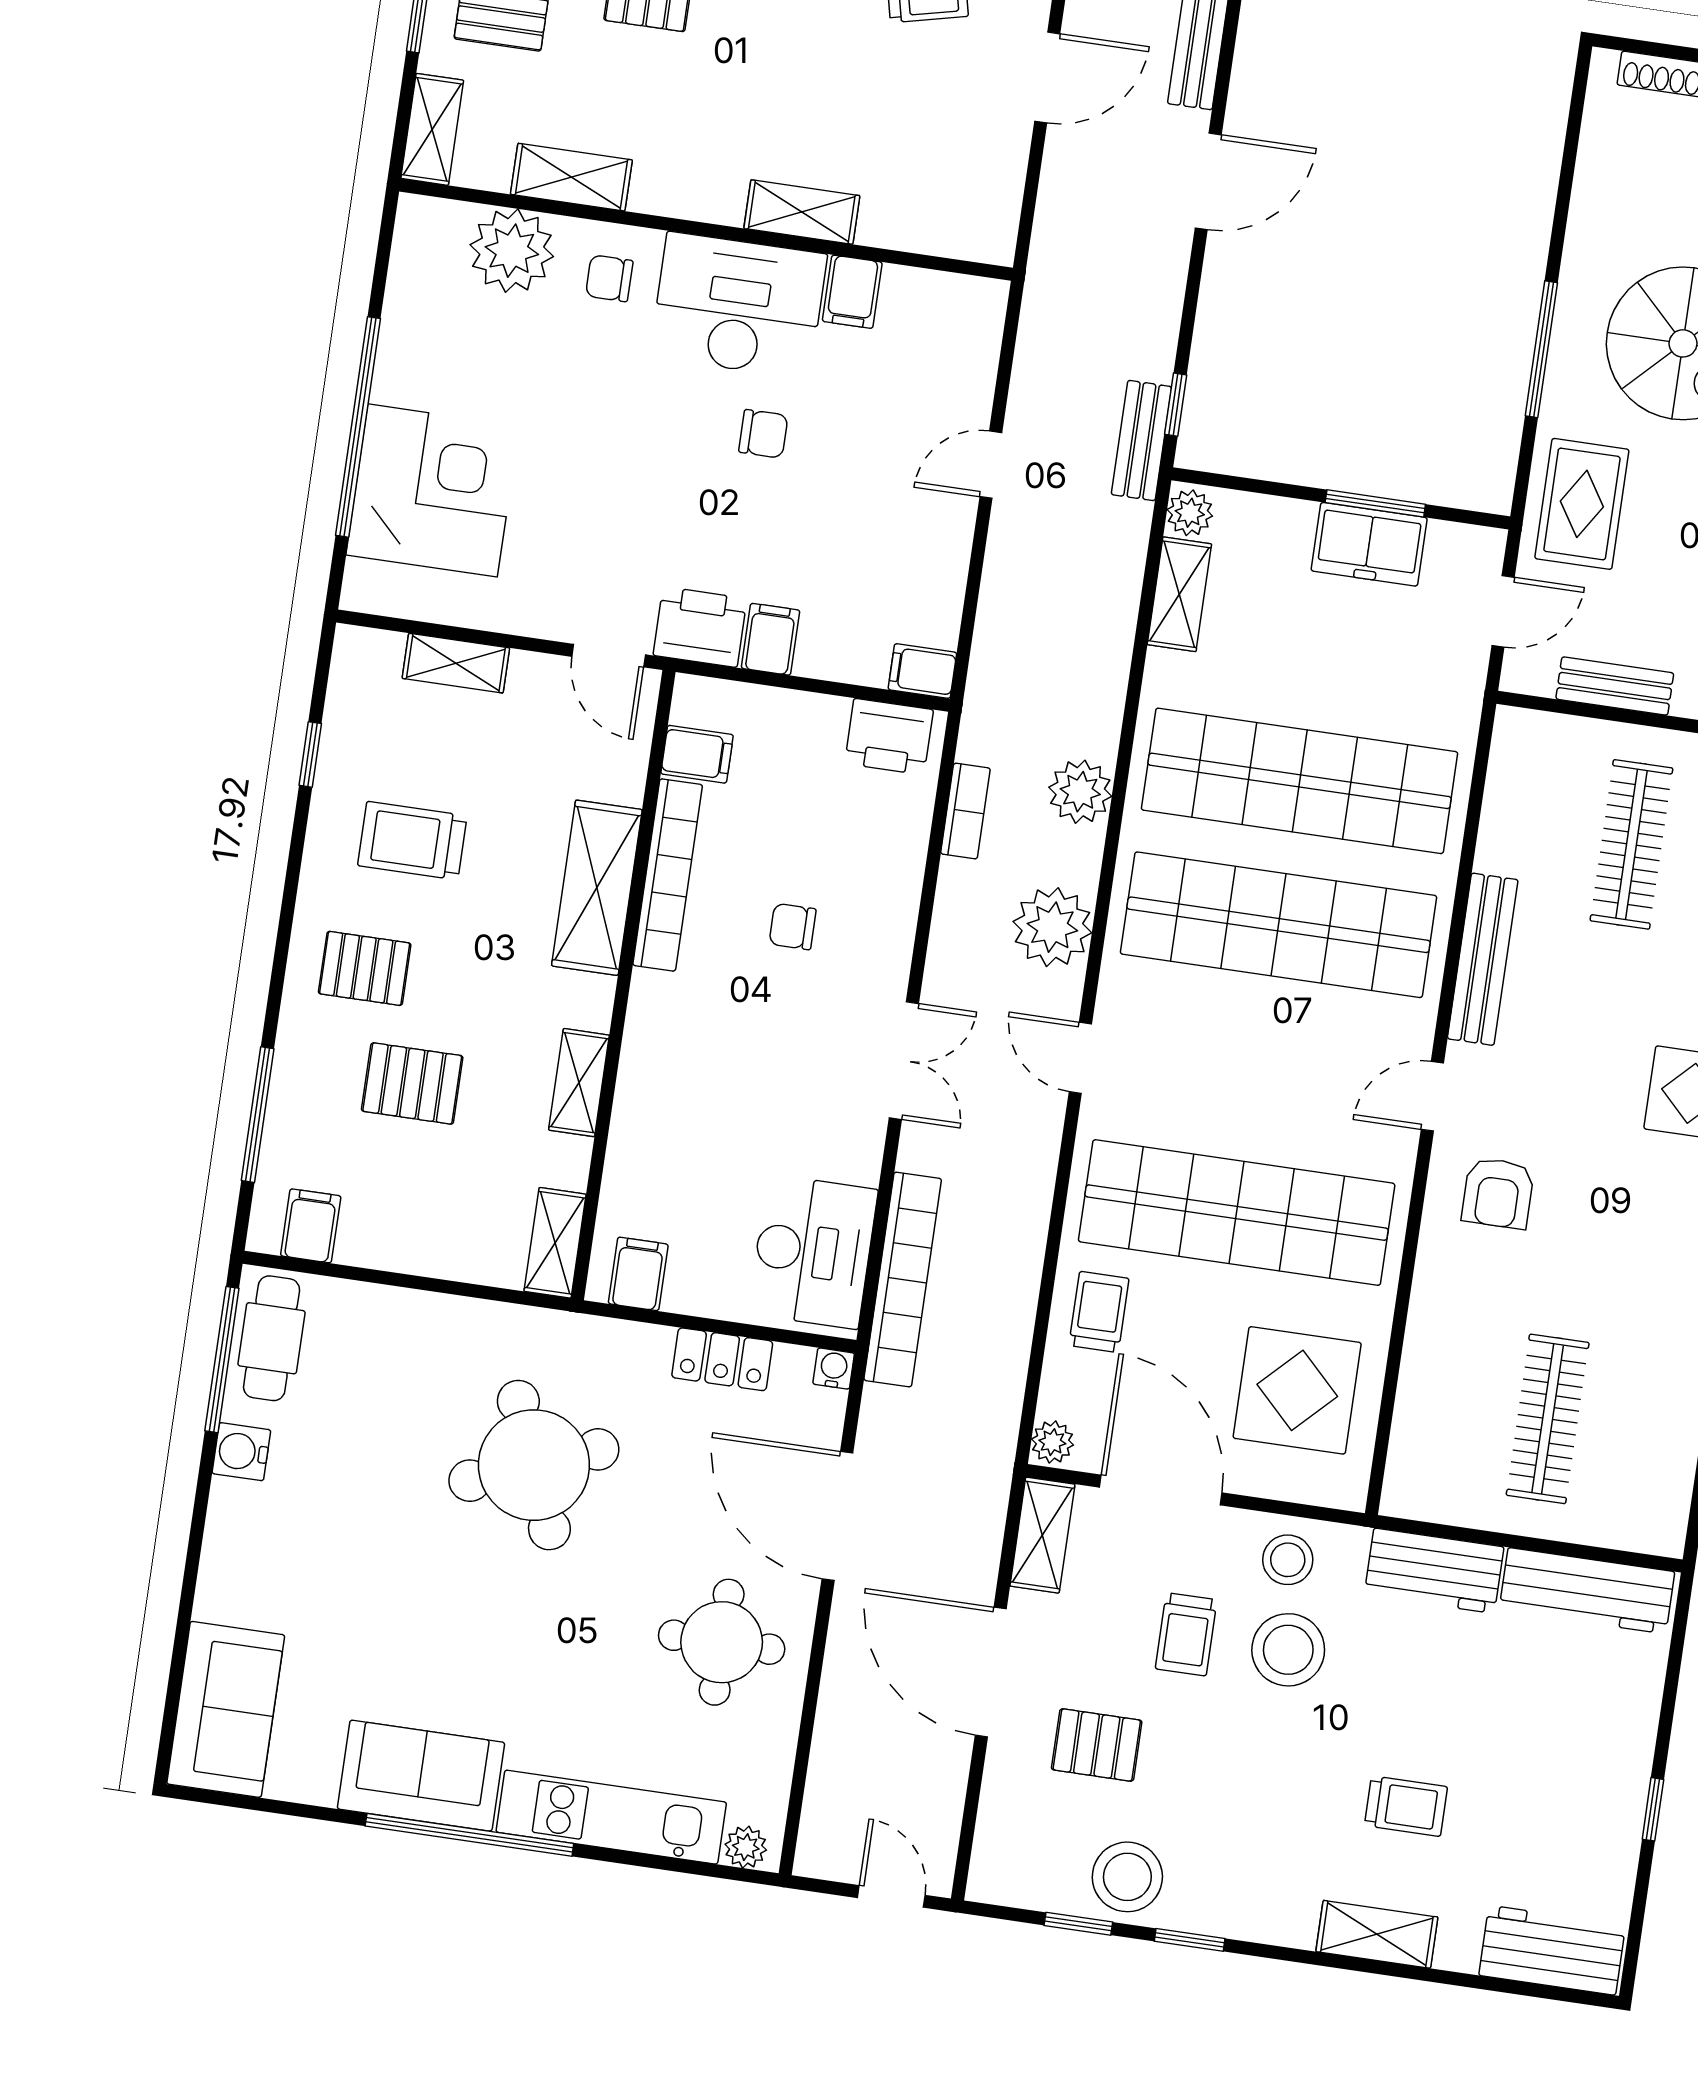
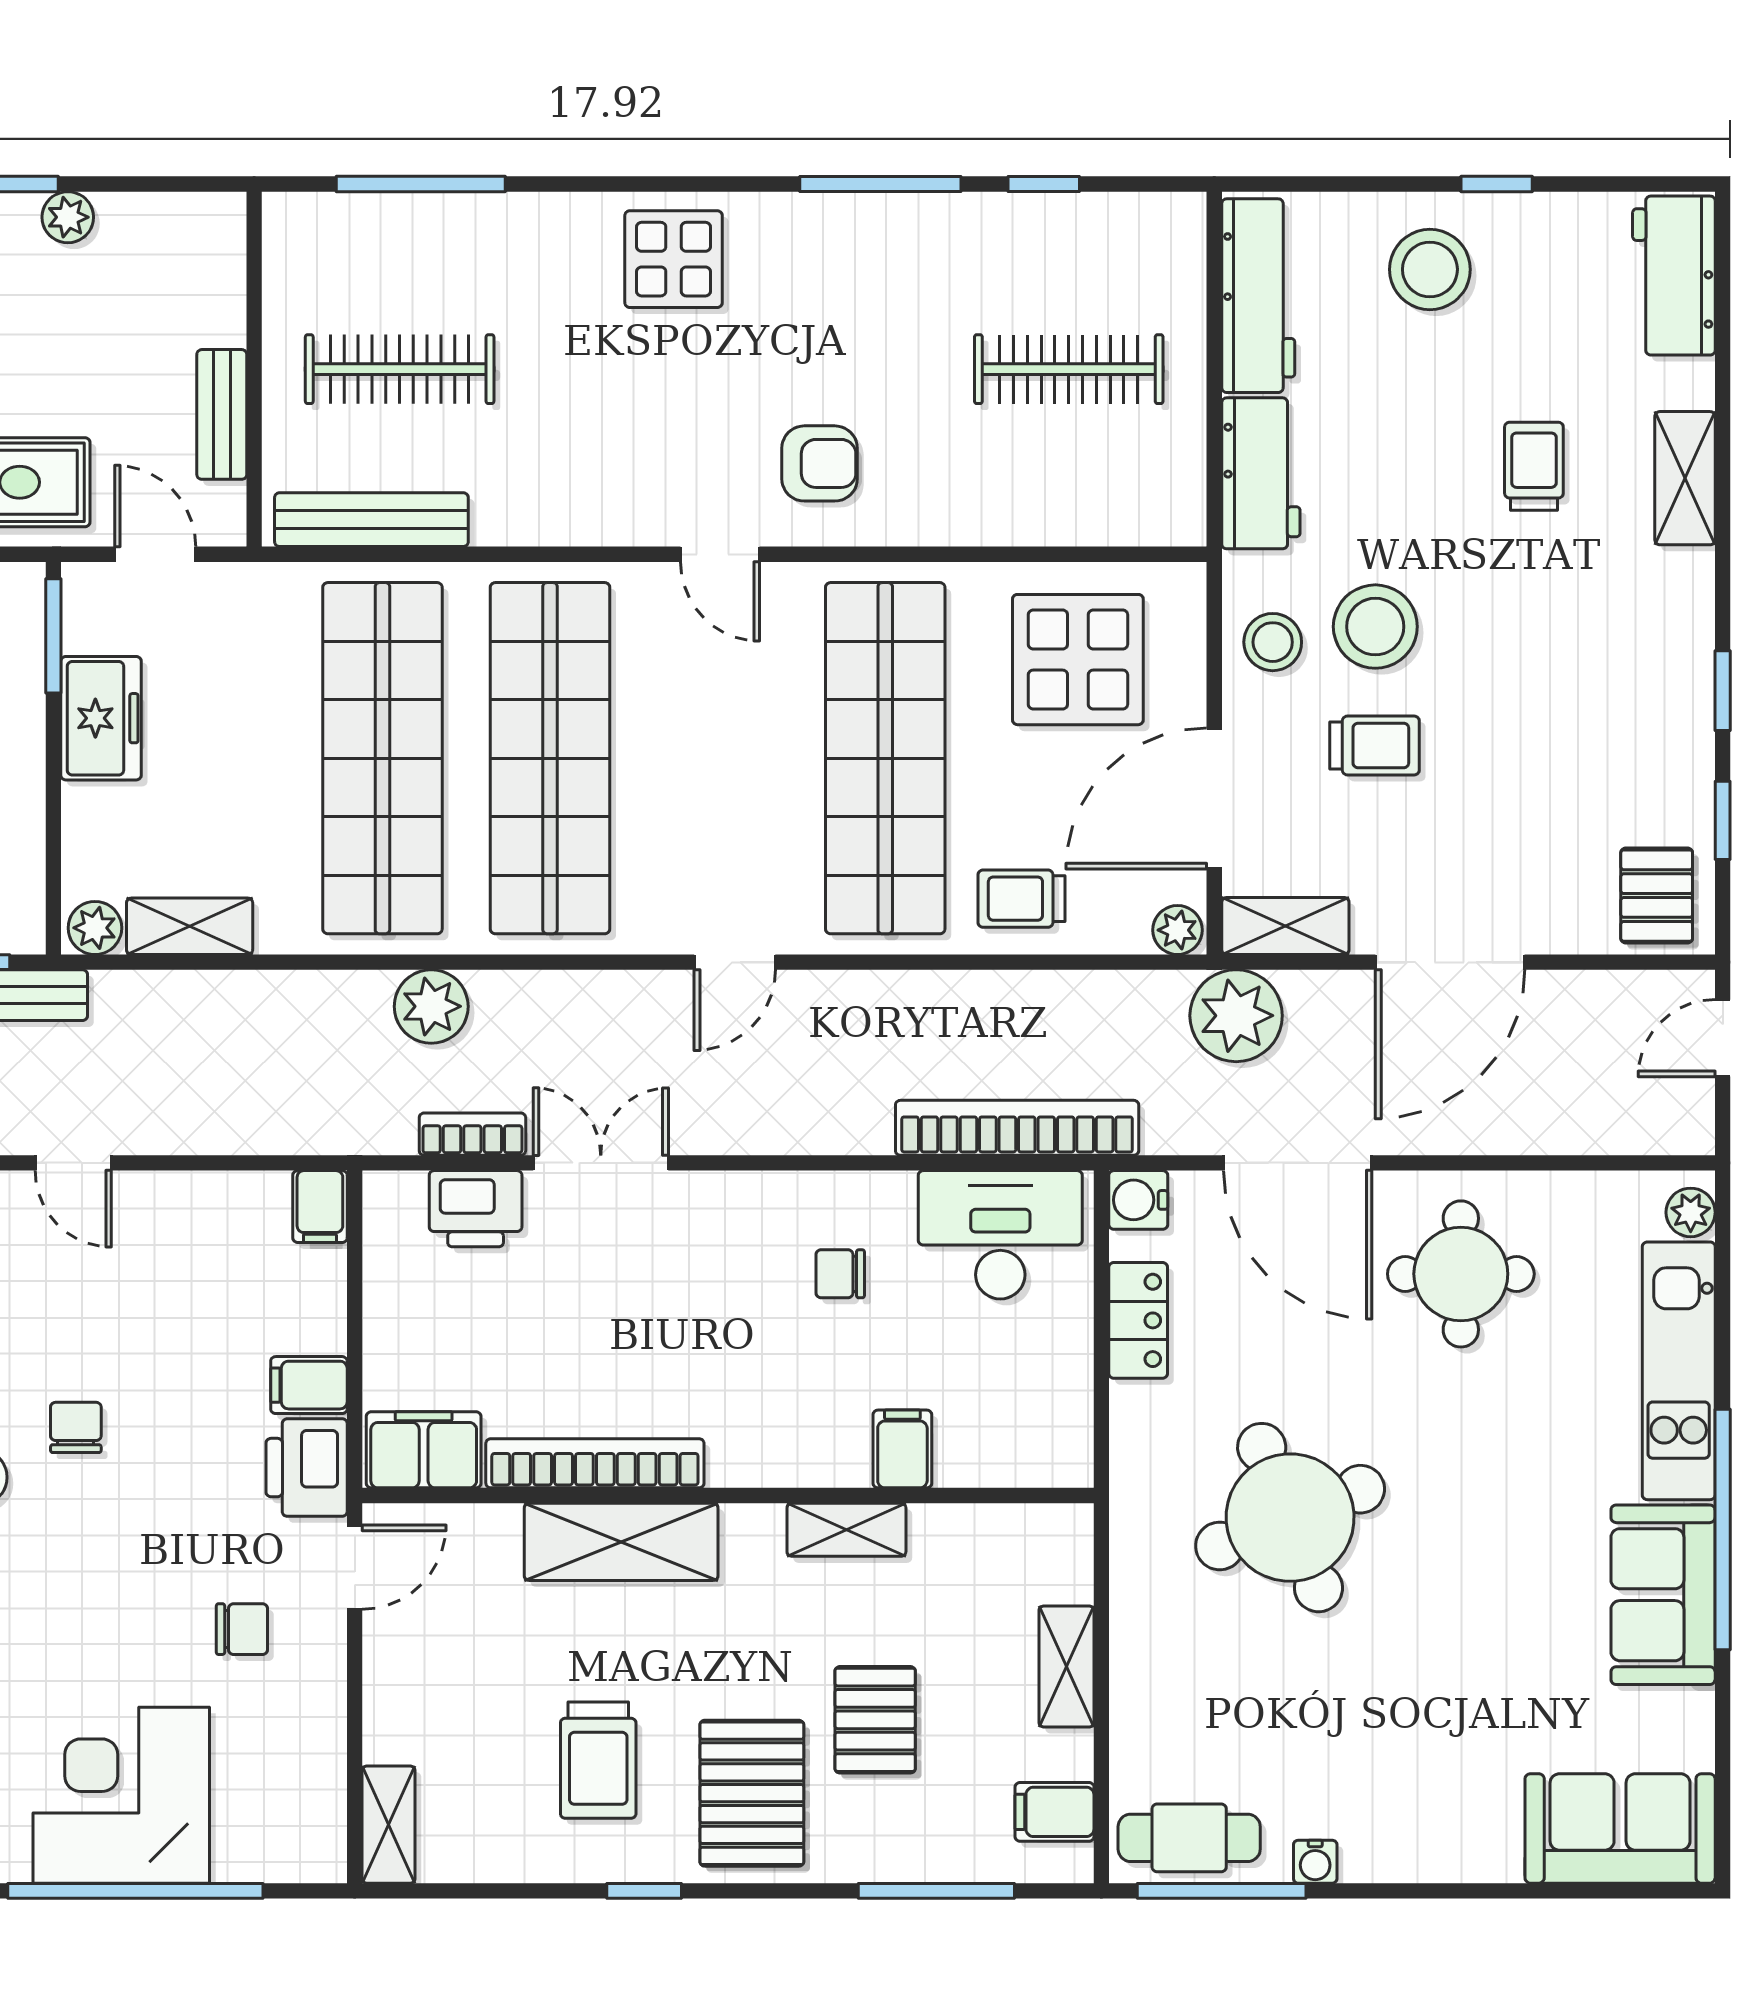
corner desk: (433, 490) -> (121, 1795), moved
window: (1375, 503) -> (53, 636), moved
chair: (569, 551) -> (242, 1629), added
shelving: (456, 663) -> (388, 1825), moved
printer: (889, 737) -> (476, 1209), moved, turned 90
window: (310, 754) -> (644, 1891), moved
filing cabinet: (697, 754) -> (424, 1450), width x2.00
chair: (793, 927) -> (840, 1274), moved, turned 90
plant: (1052, 927) -> (1236, 1016), moved
bench: (1483, 959) -> (371, 520), moved
pallet: (365, 968) -> (752, 1793), width x1.50, depth x1.42
double door: (904, 1061) -> (601, 1163), moved
shelving: (555, 1243) -> (1066, 1666), moved, turned 90
filing cabinet: (638, 1274) -> (902, 1449), moved, turned 90
water cooler: (834, 1369) -> (1138, 1200), width x1.38, depth x1.38
water cooler: (241, 1452) -> (1315, 1862), width x0.72, depth x0.72
door: (837, 1516) -> (1298, 1163), hinge flipped
pallet: (1097, 1745) -> (1657, 896), moved
stool: (1127, 1877) -> (1430, 269), moved

